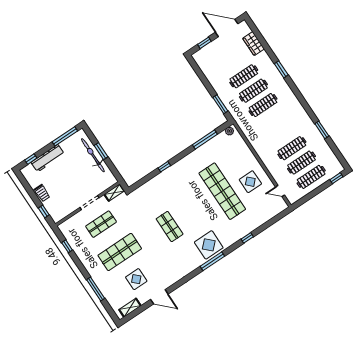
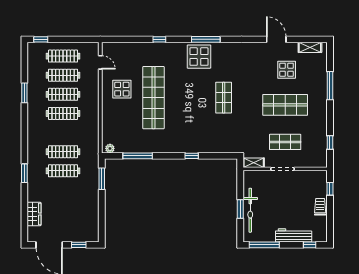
clothes rail: (244, 76) -> (63, 113), moved

